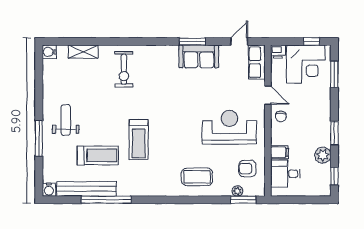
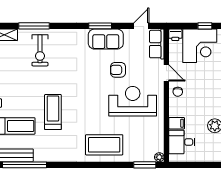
window: (117, 41) -> (34, 26), added
treadmill: (139, 140) -> (53, 112), turned 180
armchair: (247, 169) -> (118, 70), moved
coffee table: (197, 177) -> (104, 145), width x1.36, depth x1.32
plant: (237, 191) -> (159, 157), moved

